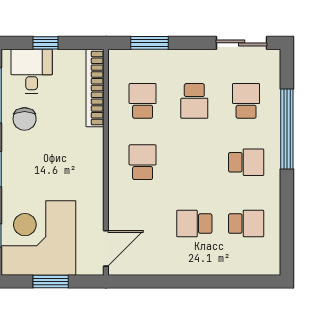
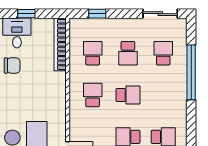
window: (149, 43) -> (97, 14), width x0.67
chair: (25, 119) -> (12, 66), turned -90
school desk: (246, 162) -> (128, 95), moved

